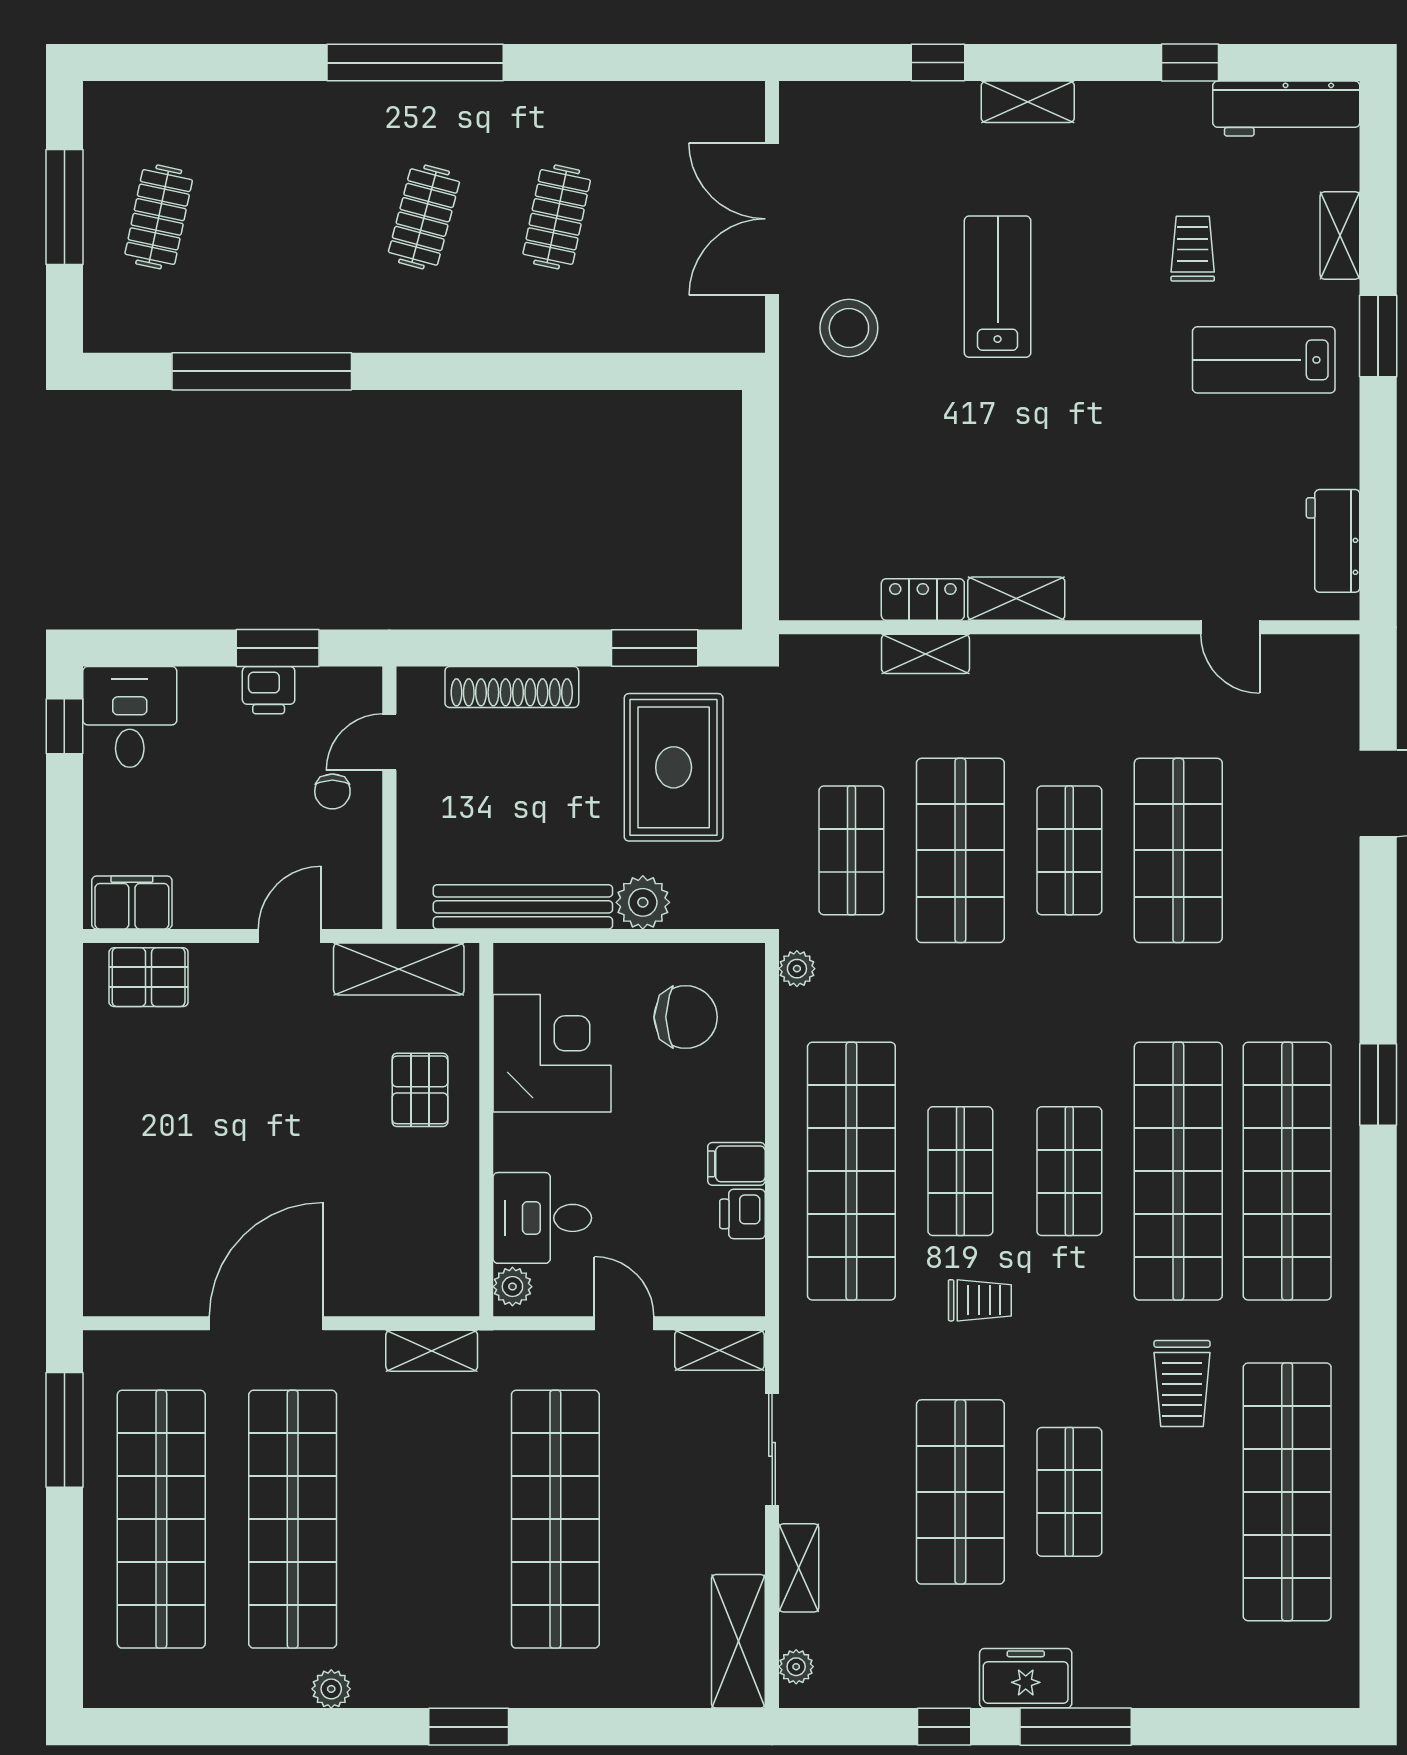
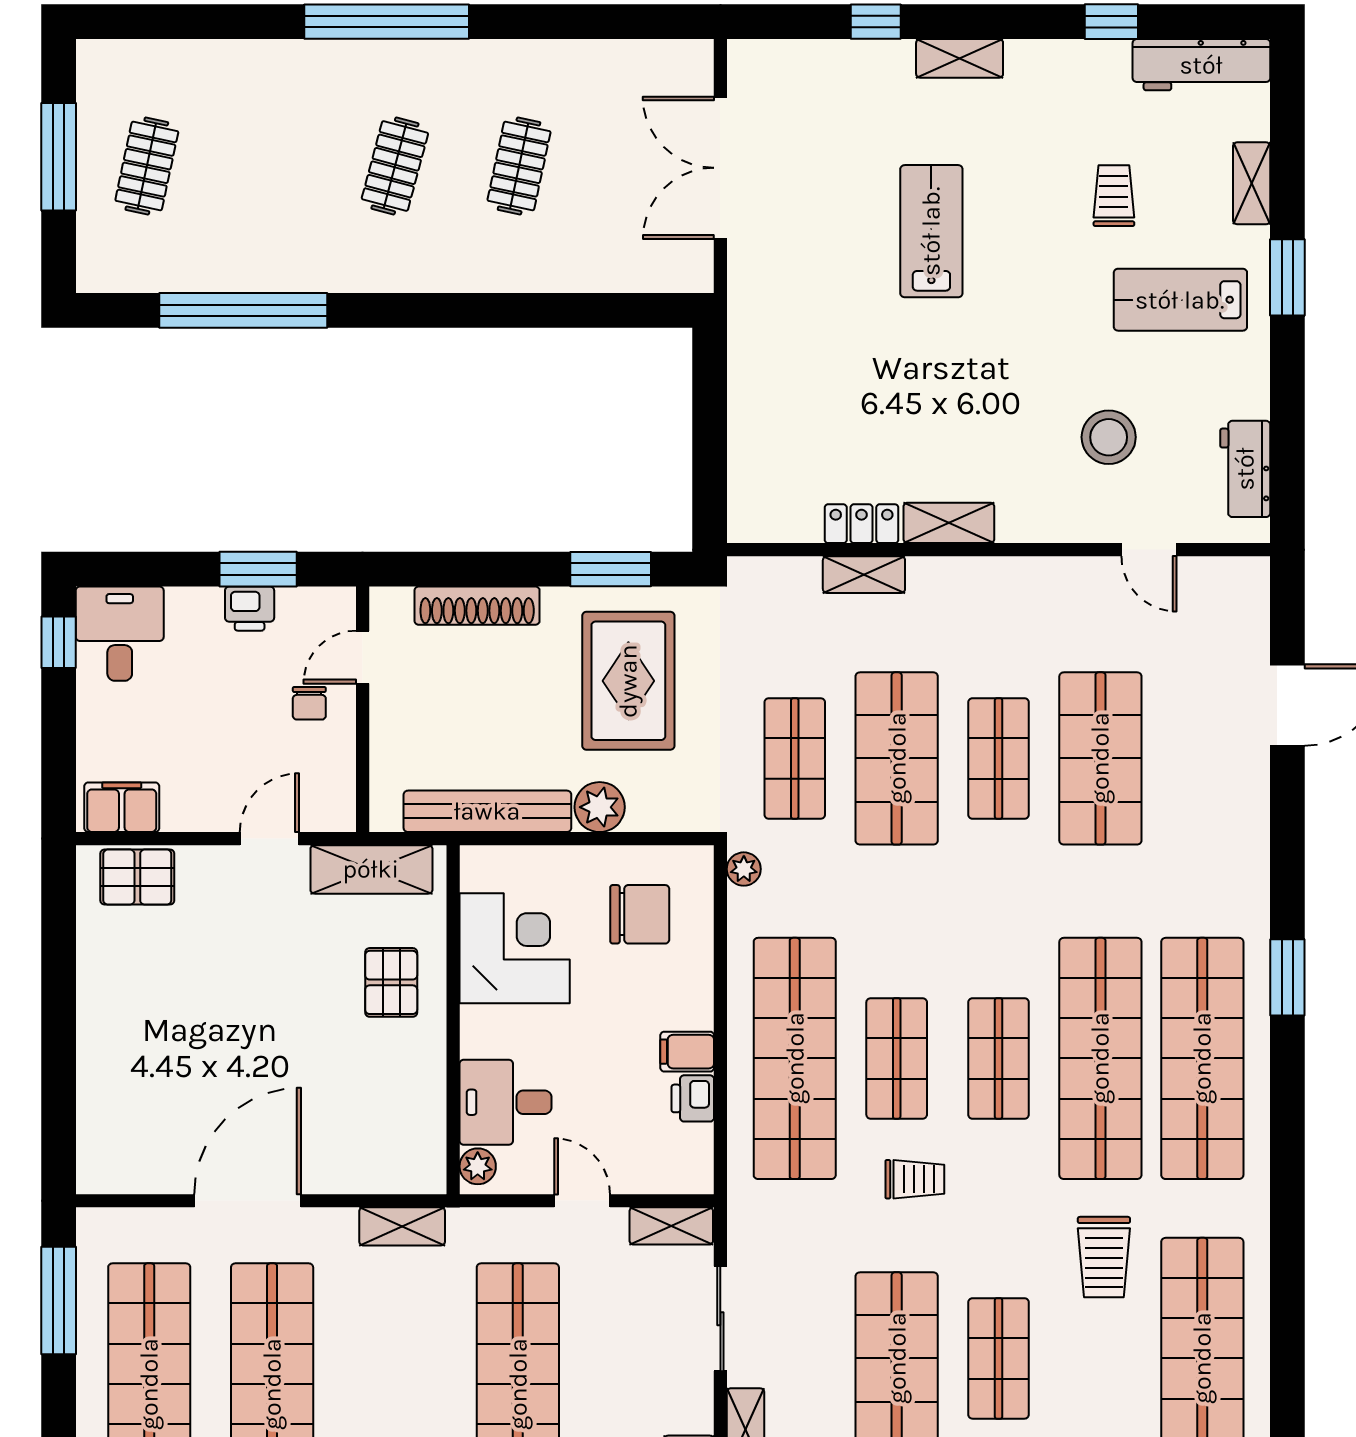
stool: (849, 328) -> (1109, 437), moved

